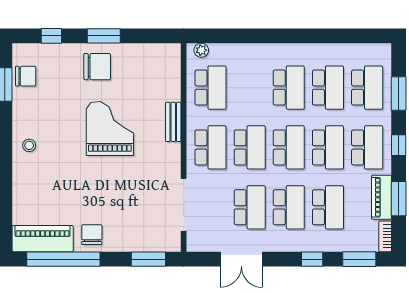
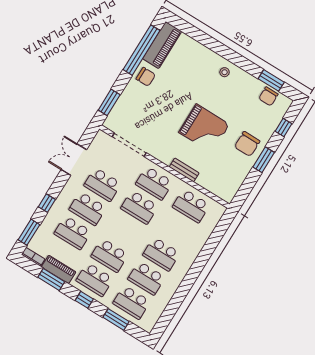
plant: (201, 50) -> (218, 214), removed
school desk: (289, 147) -> (124, 231), removed

